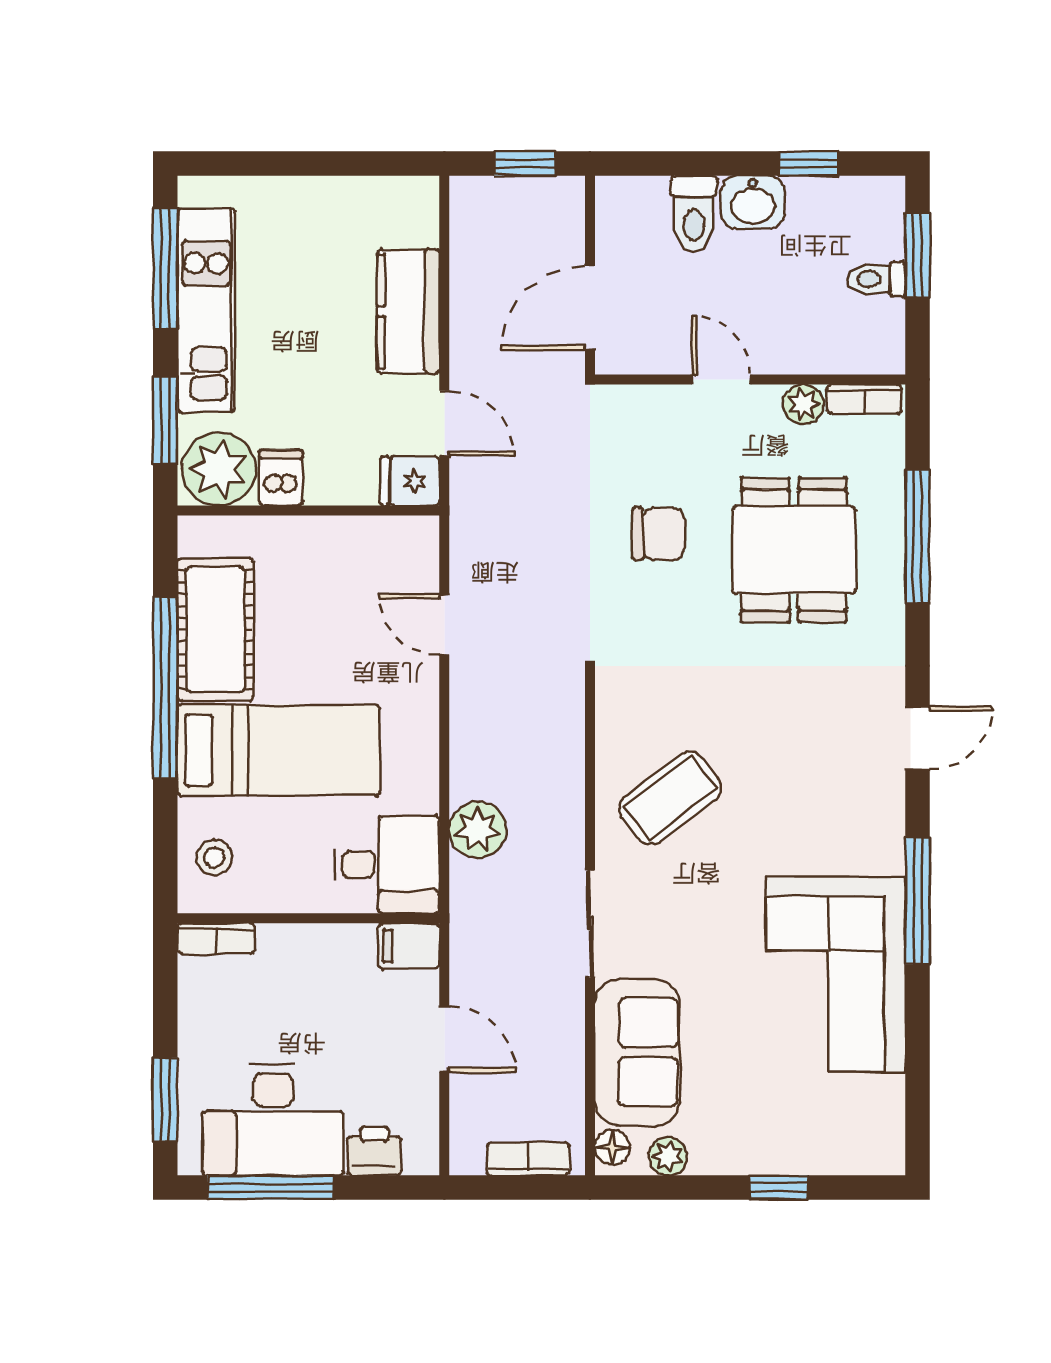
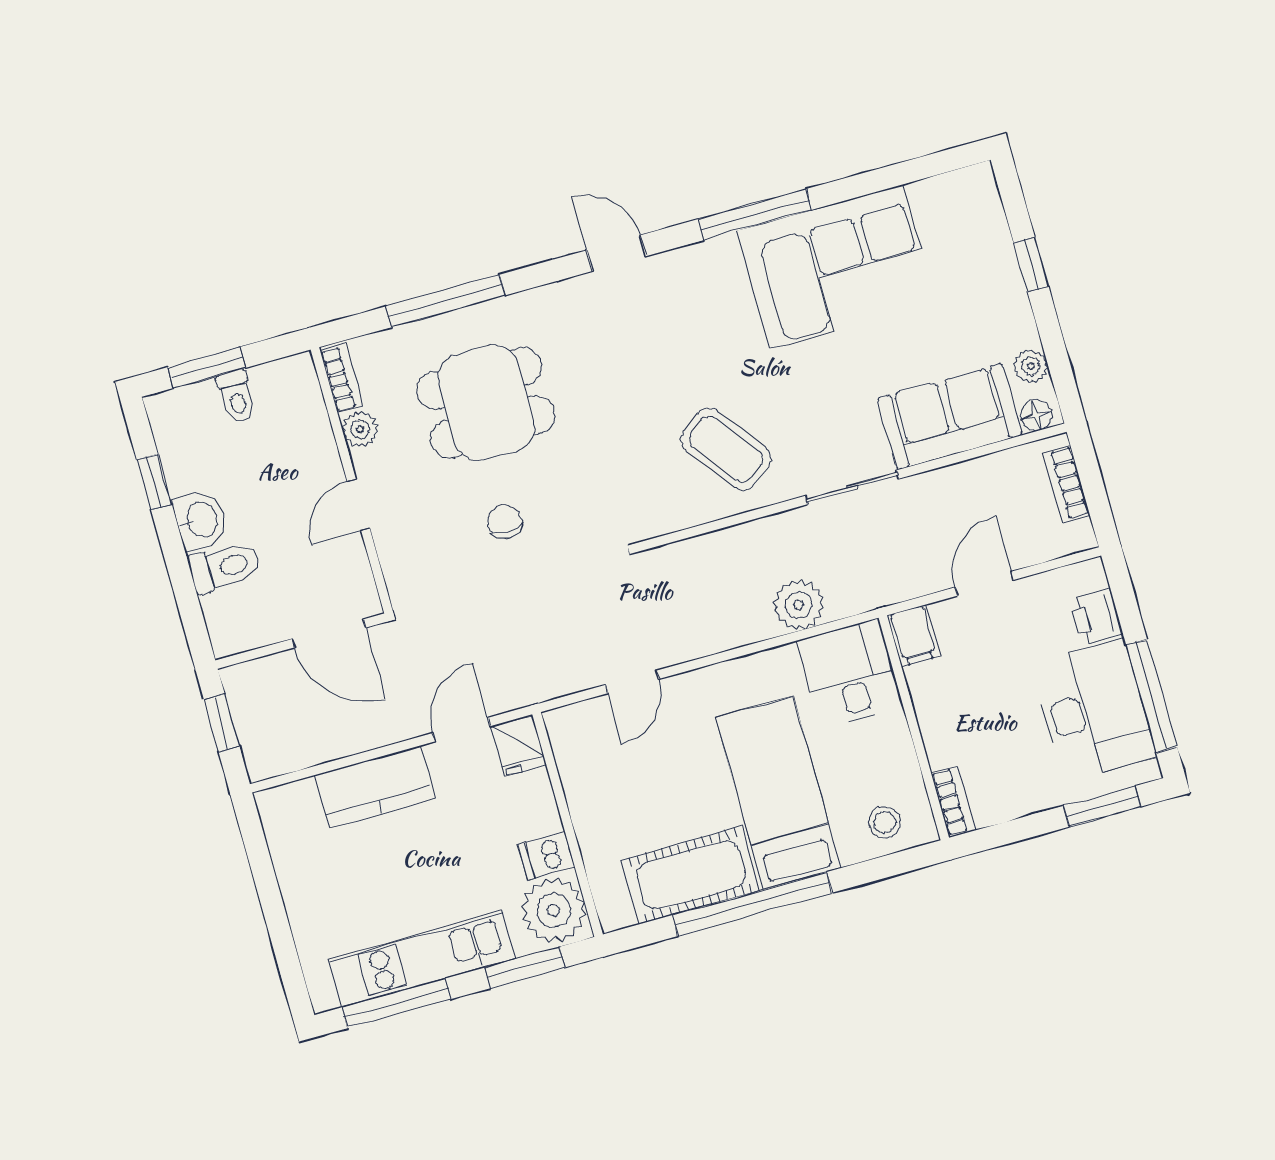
chair: (659, 534) -> (505, 522), width x0.73, depth x0.73

